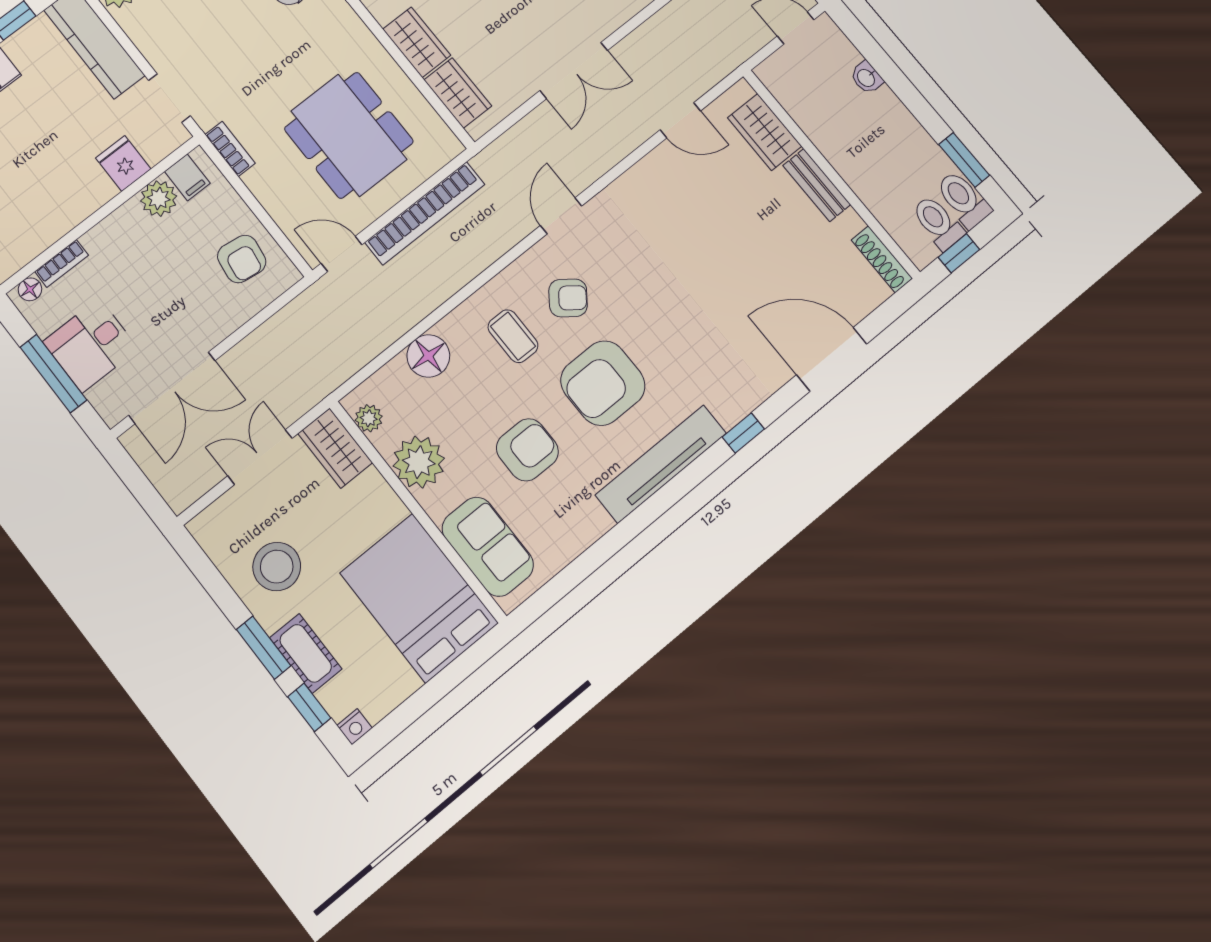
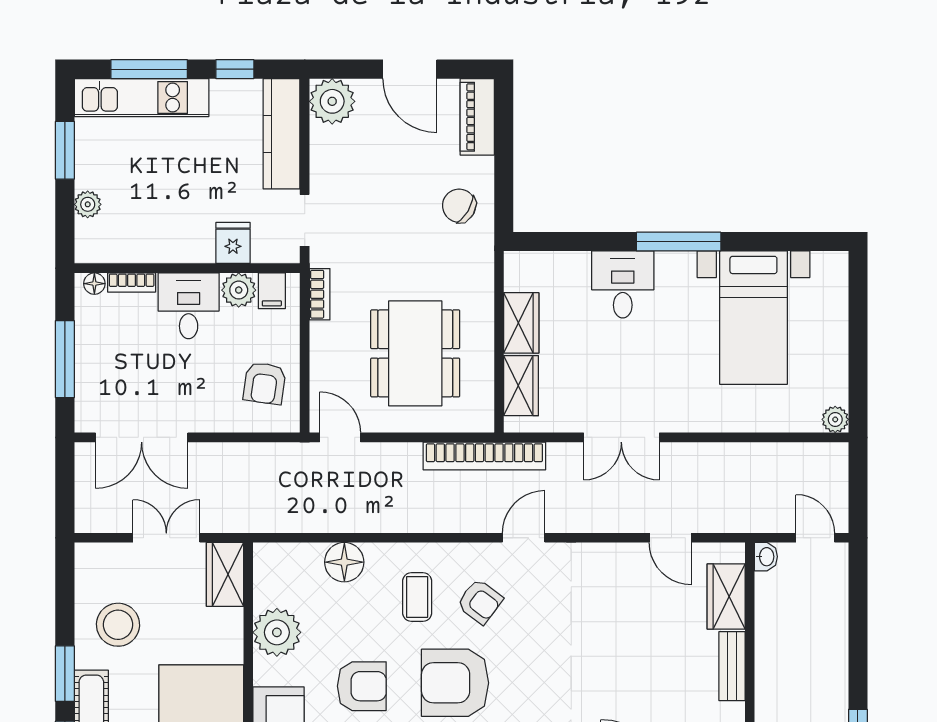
washbasin: (866, 78) -> (766, 557), moved, turned 180
bookcase: (425, 213) -> (484, 456), moved
desk: (91, 345) -> (189, 306), moved, turned 90
plant: (369, 418) -> (266, 572), removed

